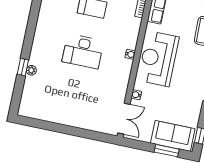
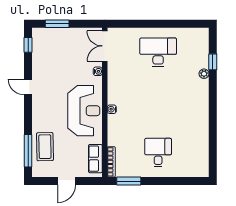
desk: (83, 51) -> (158, 52), moved
window: (23, 67) -> (213, 62), moved
sofa: (173, 136) -> (54, 39), removed

